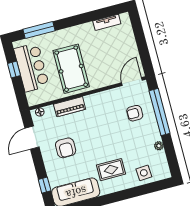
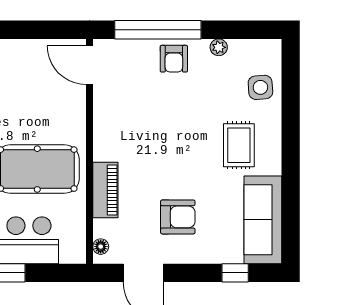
armchair: (135, 113) -> (174, 59), moved

